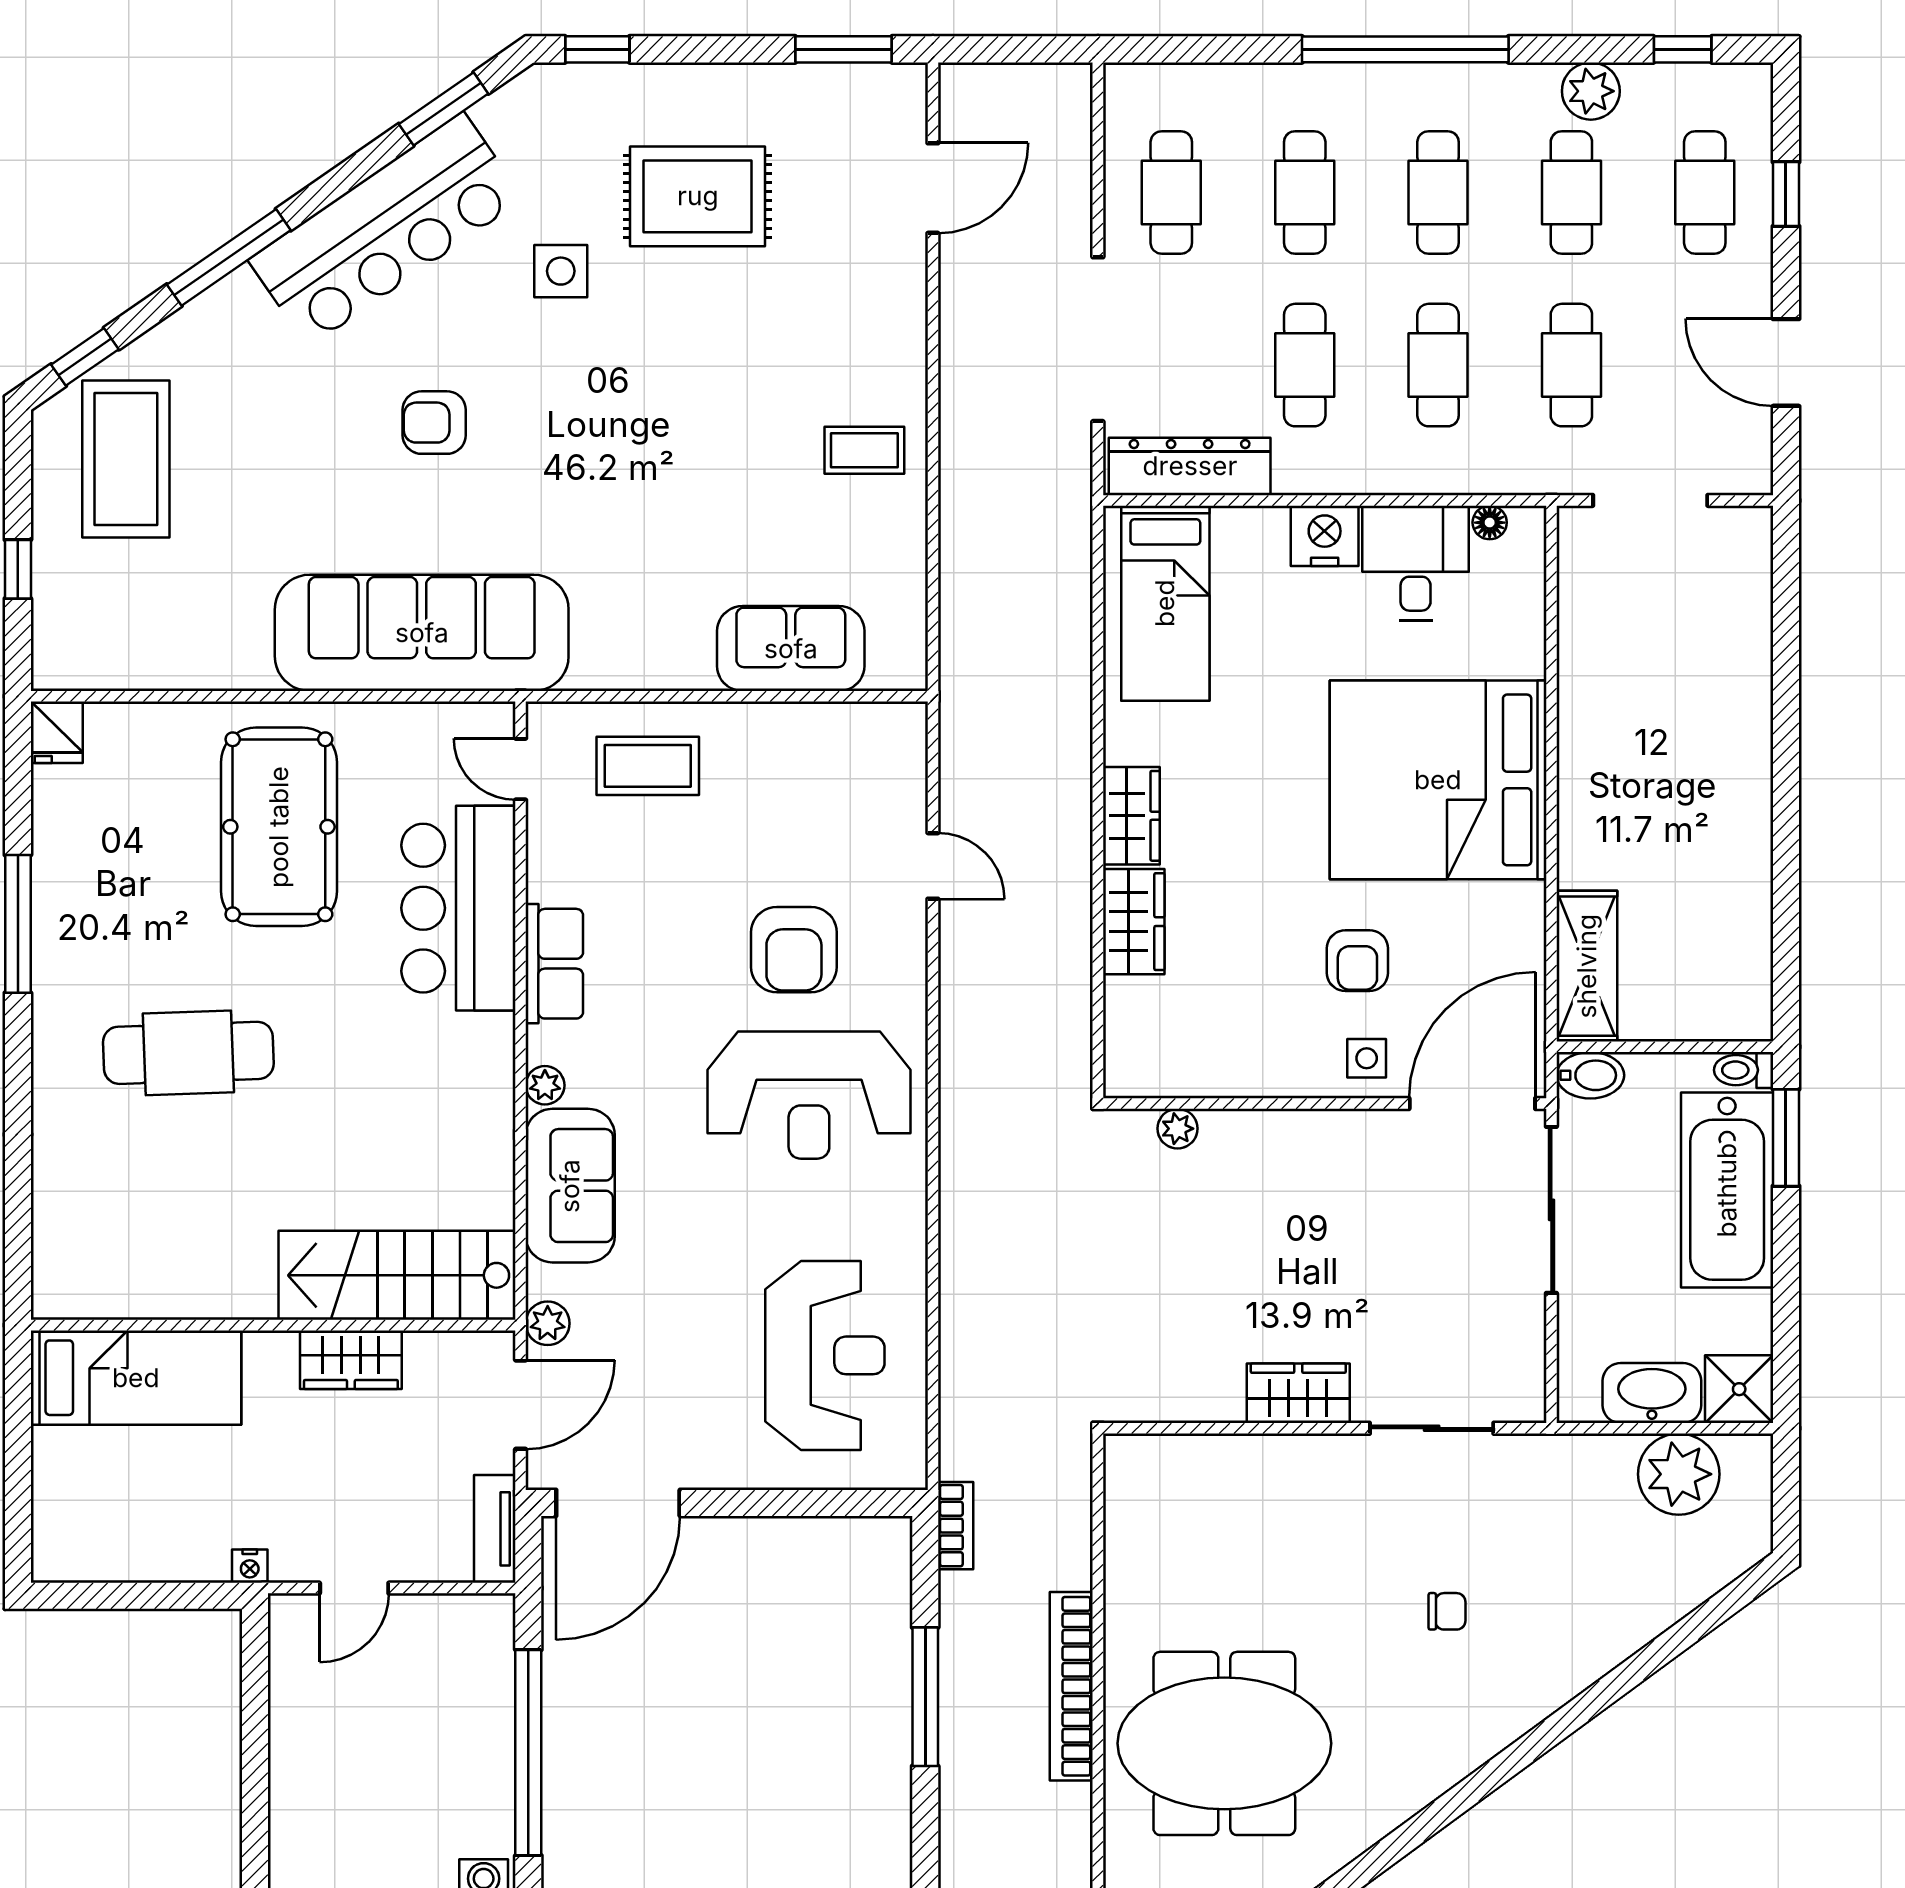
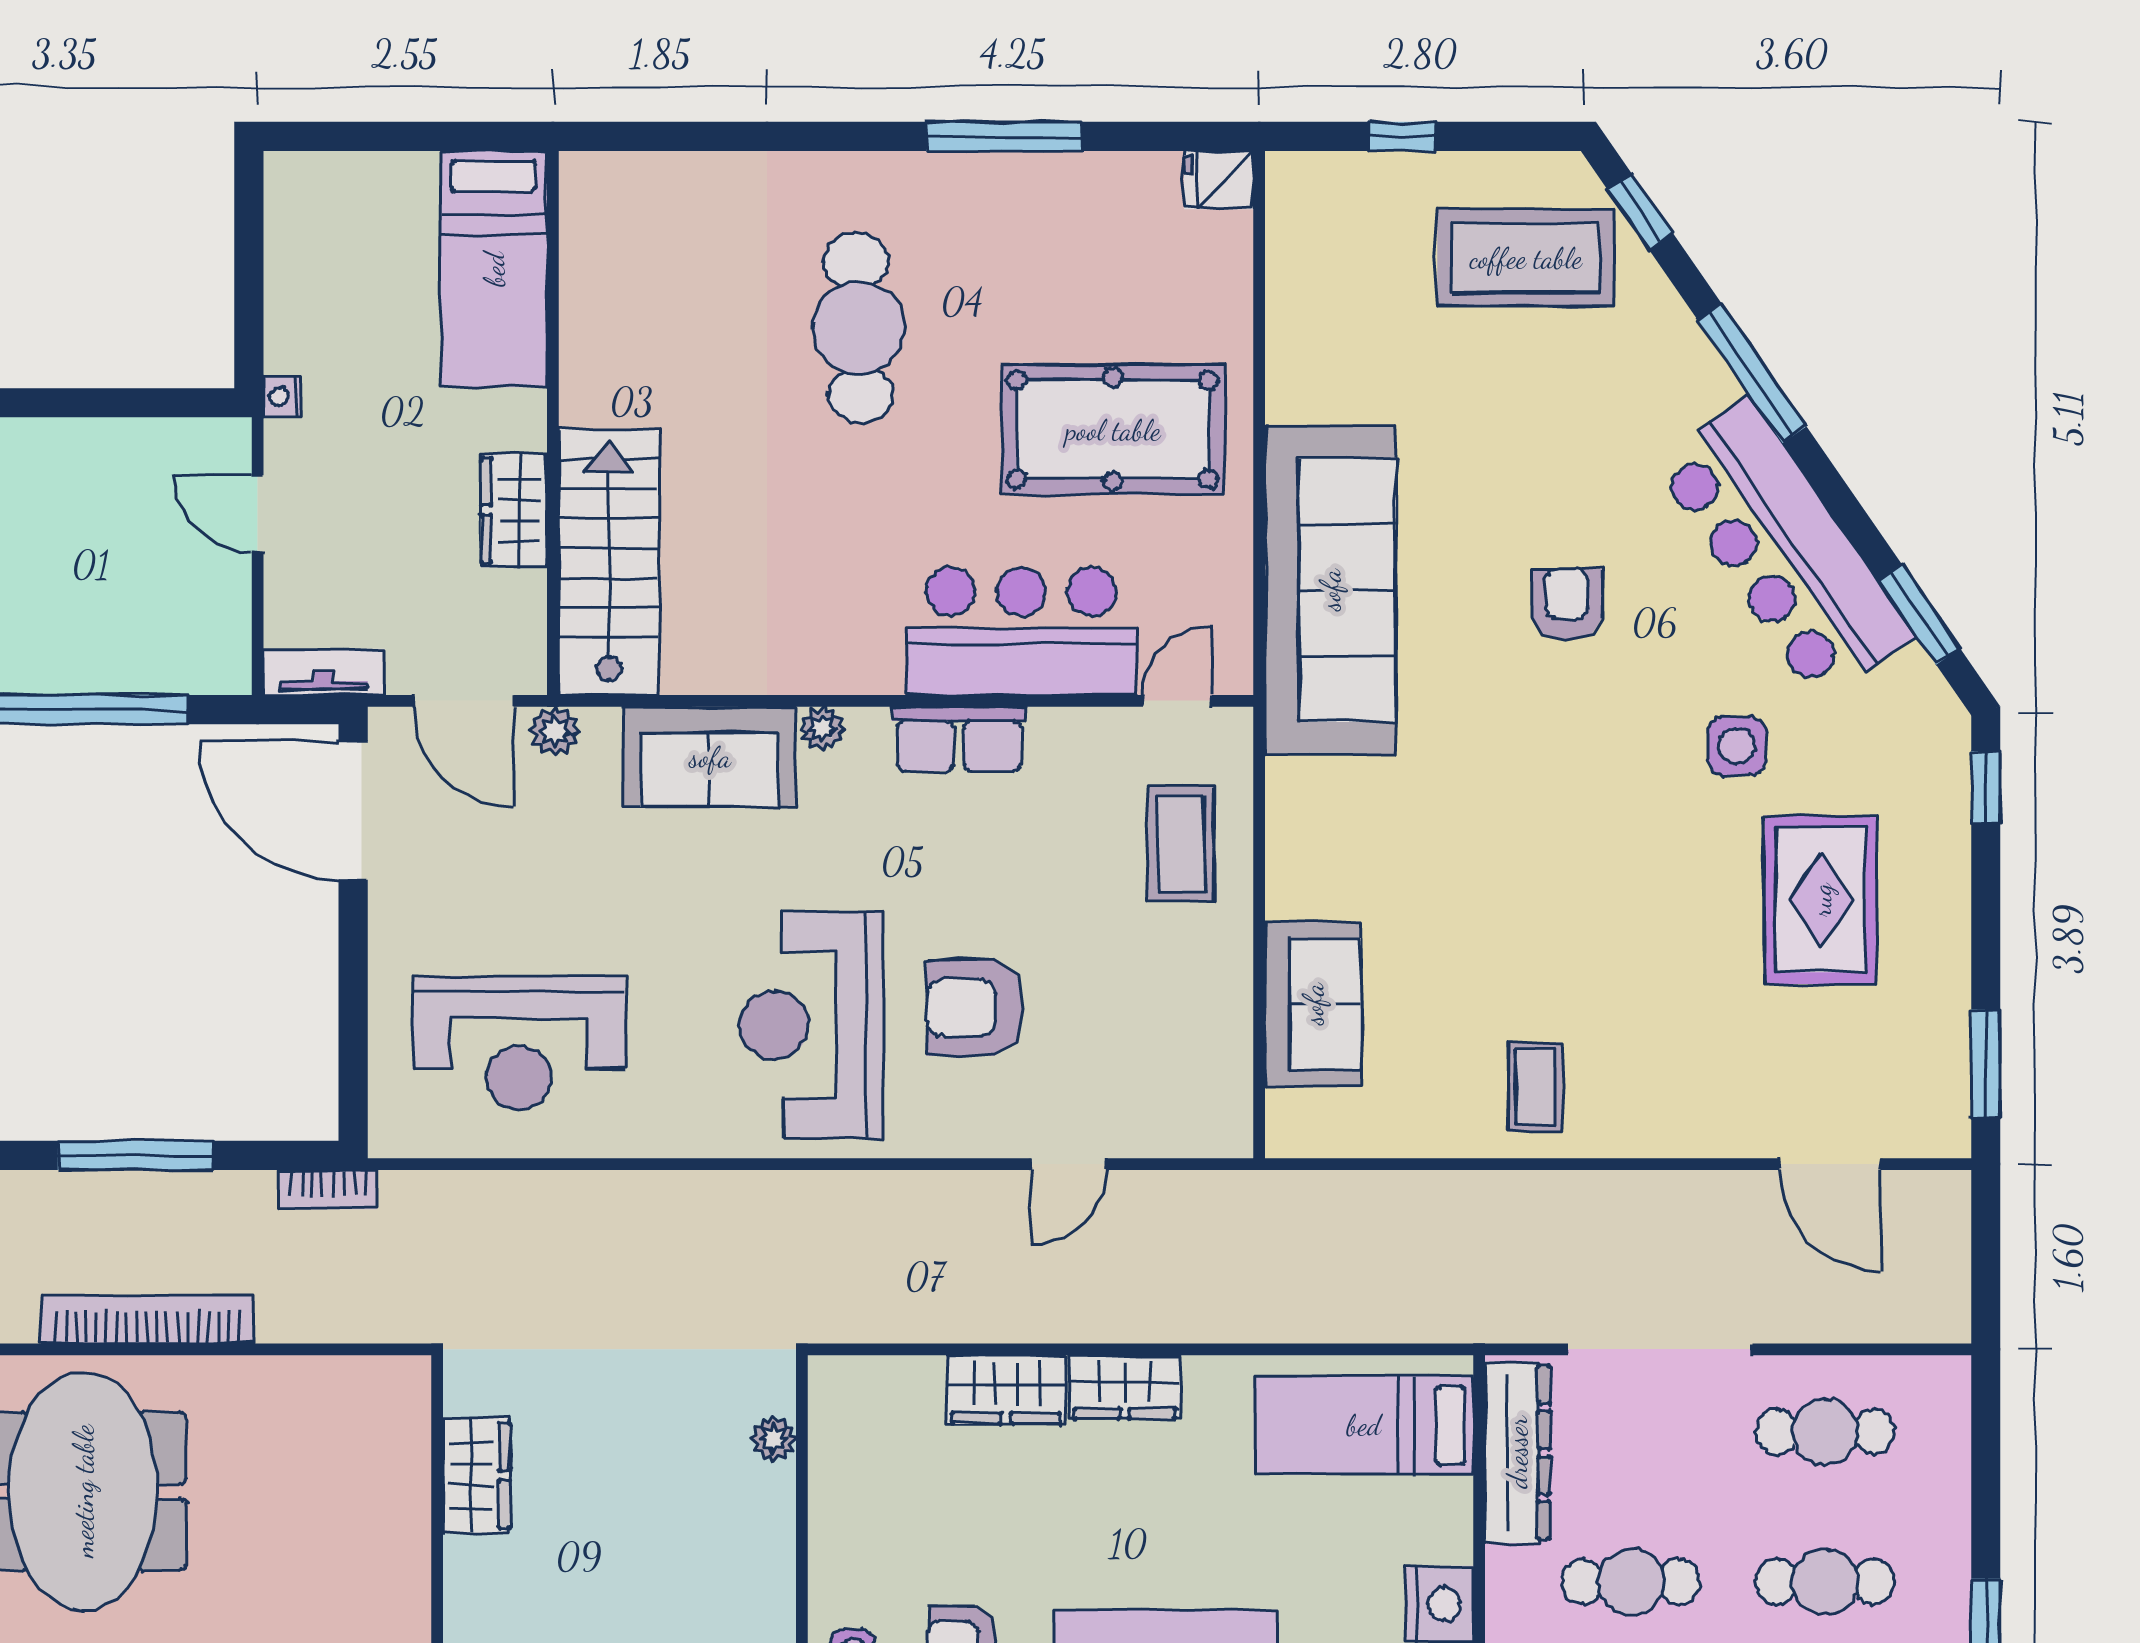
wardrobe: (1298, 1393) -> (476, 1475), moved

